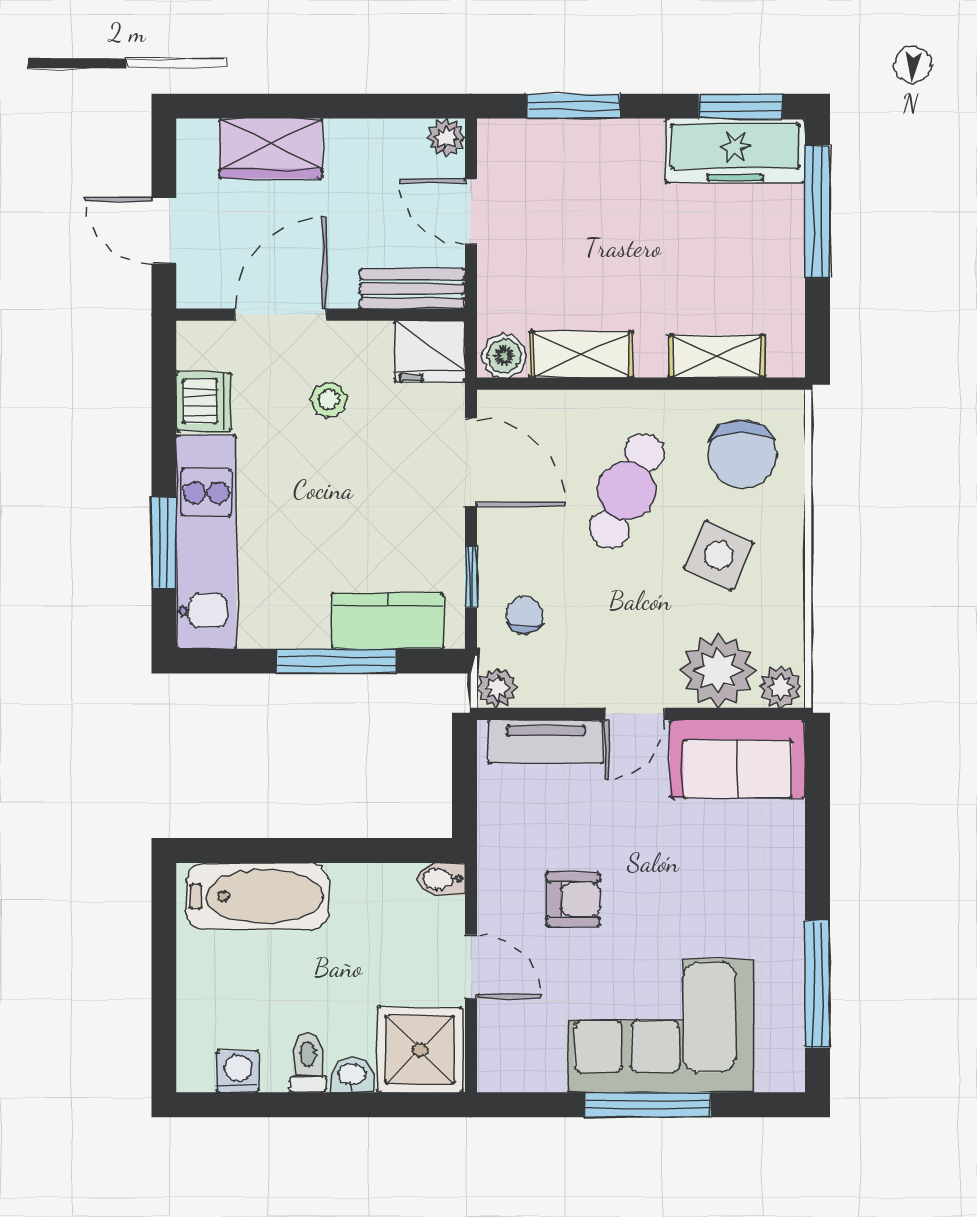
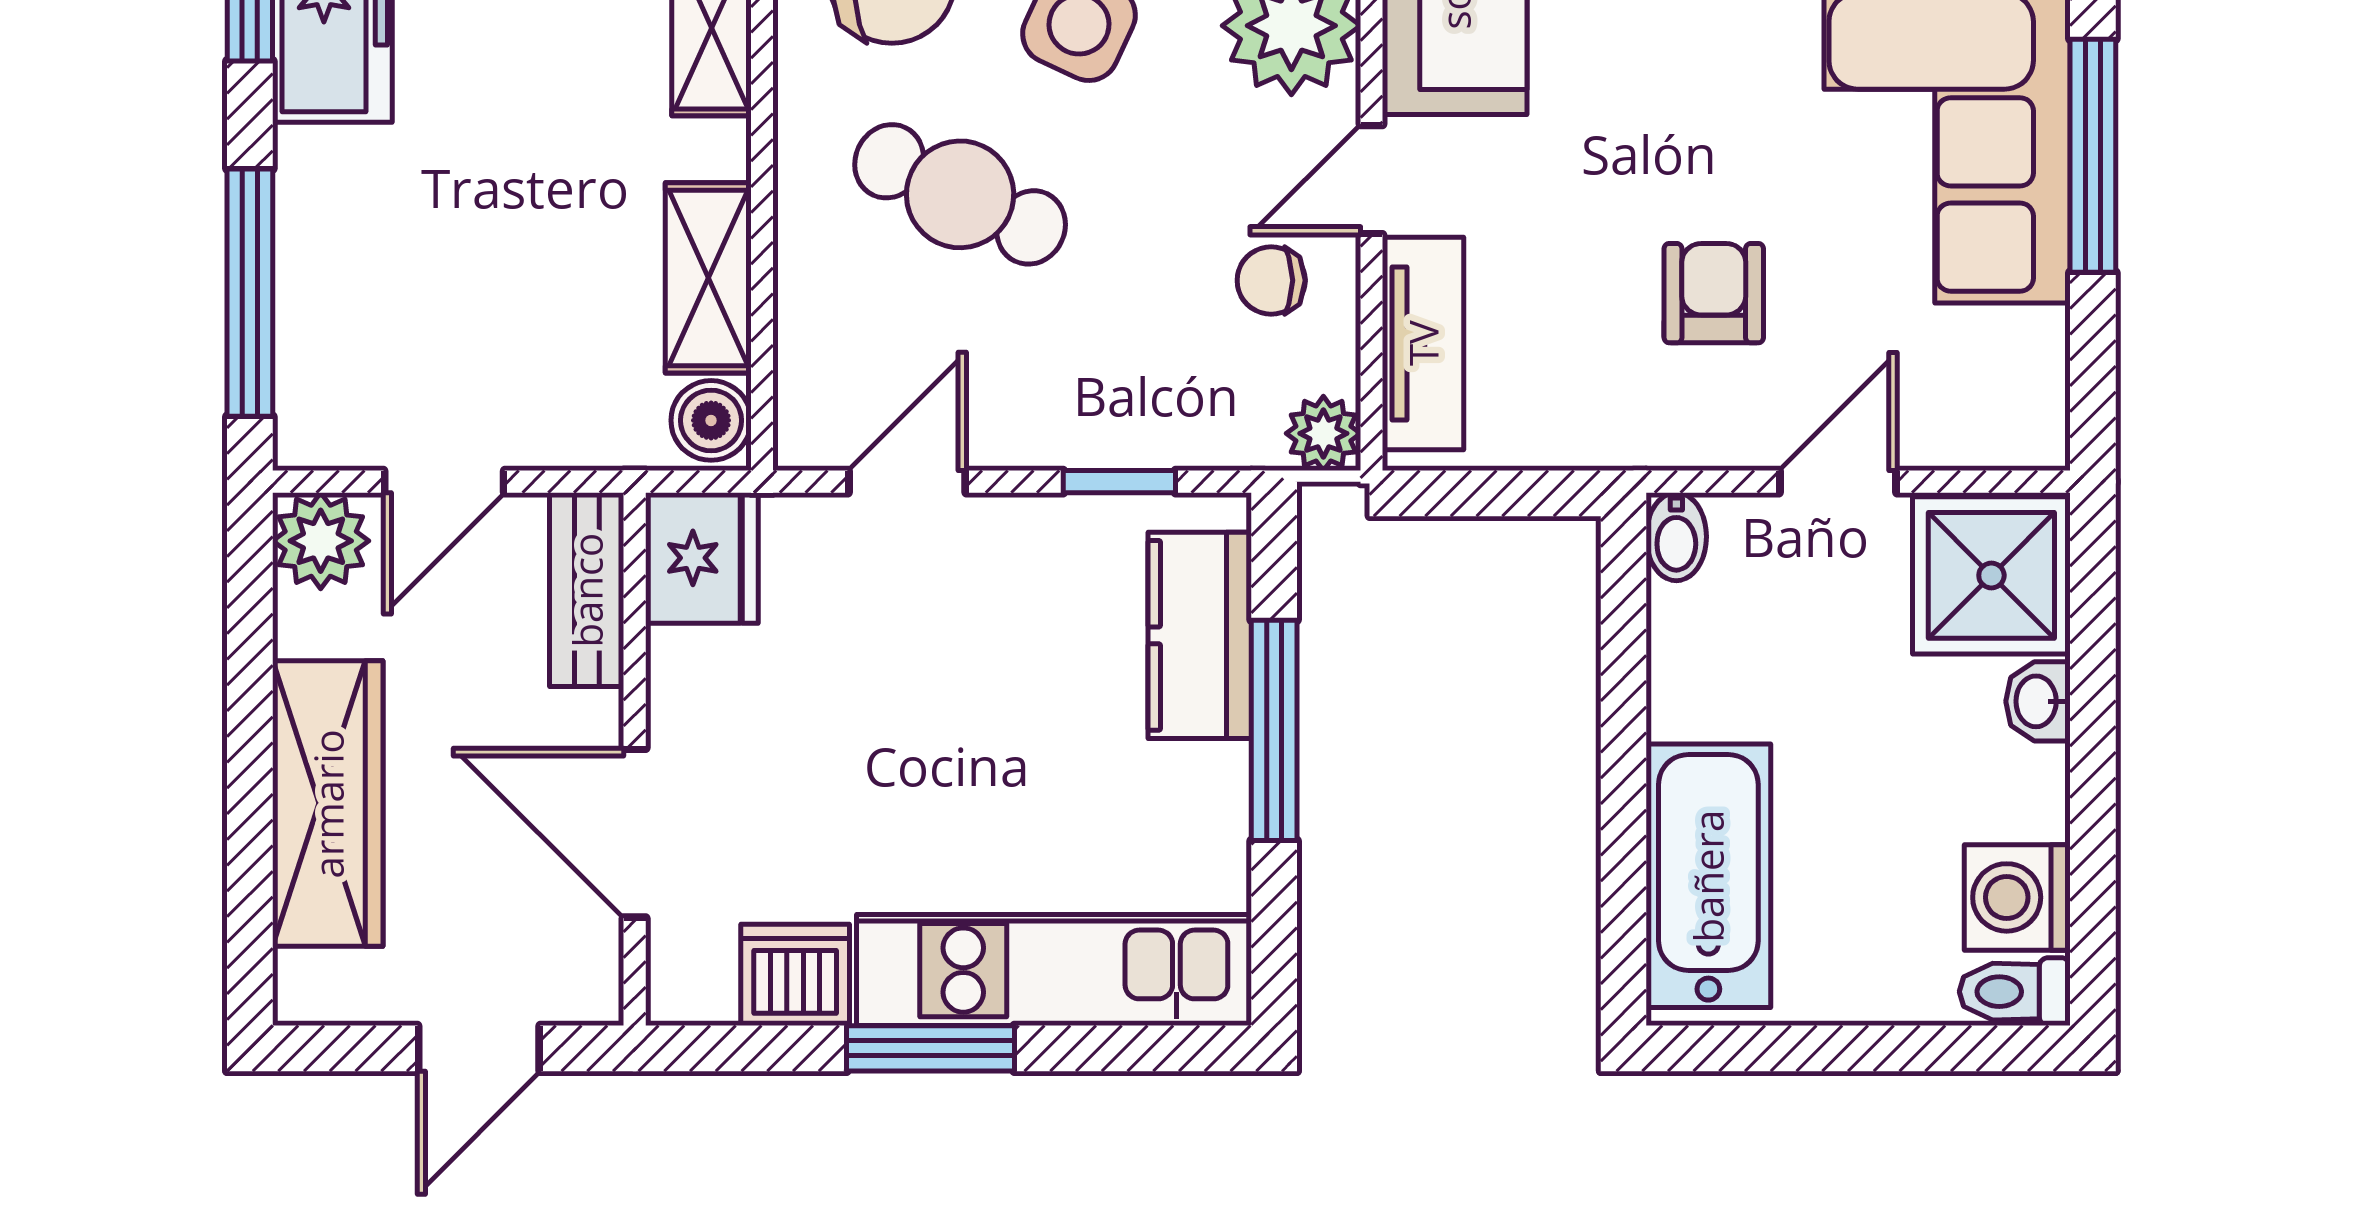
window: (573, 106) -> (250, 293), width x1.44
plant: (446, 137) -> (321, 541), width x1.38, depth x1.38
wardrobe: (271, 148) -> (328, 804), width x1.50
stool: (329, 400) -> (791, 744), removed
door: (471, 462) -> (907, 482), width x0.73
window: (164, 543) -> (930, 1048), moved
chair: (525, 615) -> (1271, 280), moved
door: (635, 714) -> (1371, 180), swing flipped
toilet: (308, 1062) -> (2015, 992), moved
washing machine: (238, 1072) -> (2017, 897), width x1.38, depth x1.38

